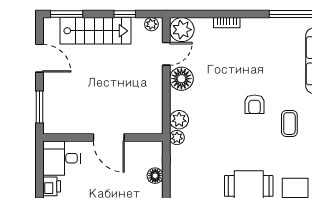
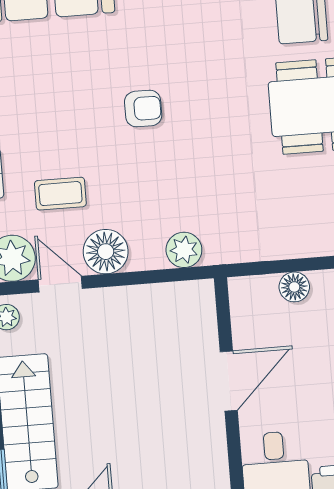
coffee table: (289, 124) -> (60, 194), moved
plant: (177, 138) -> (218, 251), removed

